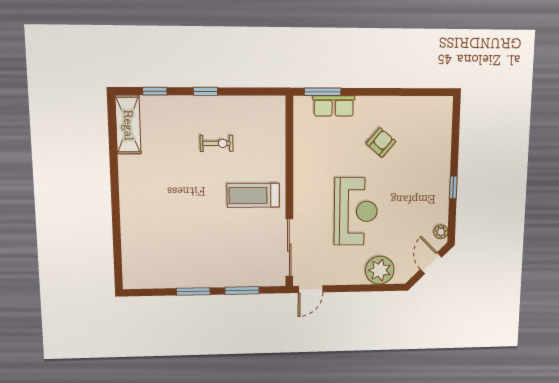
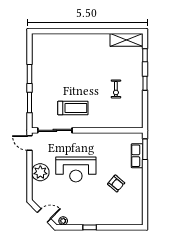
treadmill: (253, 195) -> (73, 108), moved, turned 90
plant: (380, 270) -> (40, 172), moved

